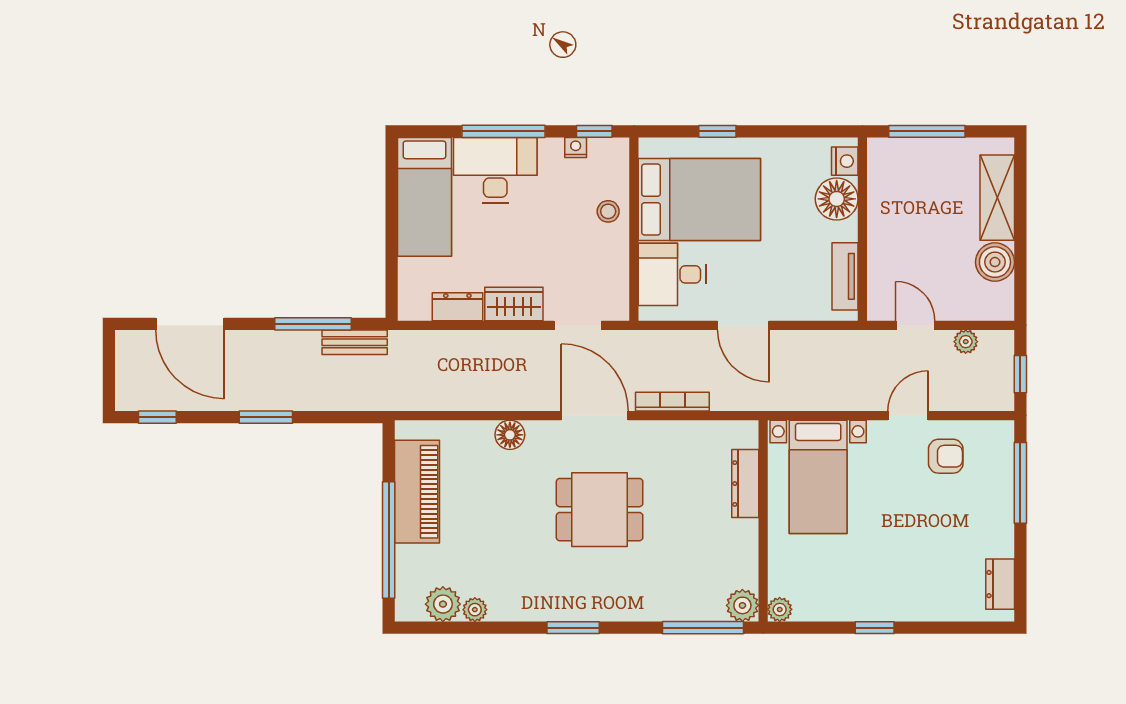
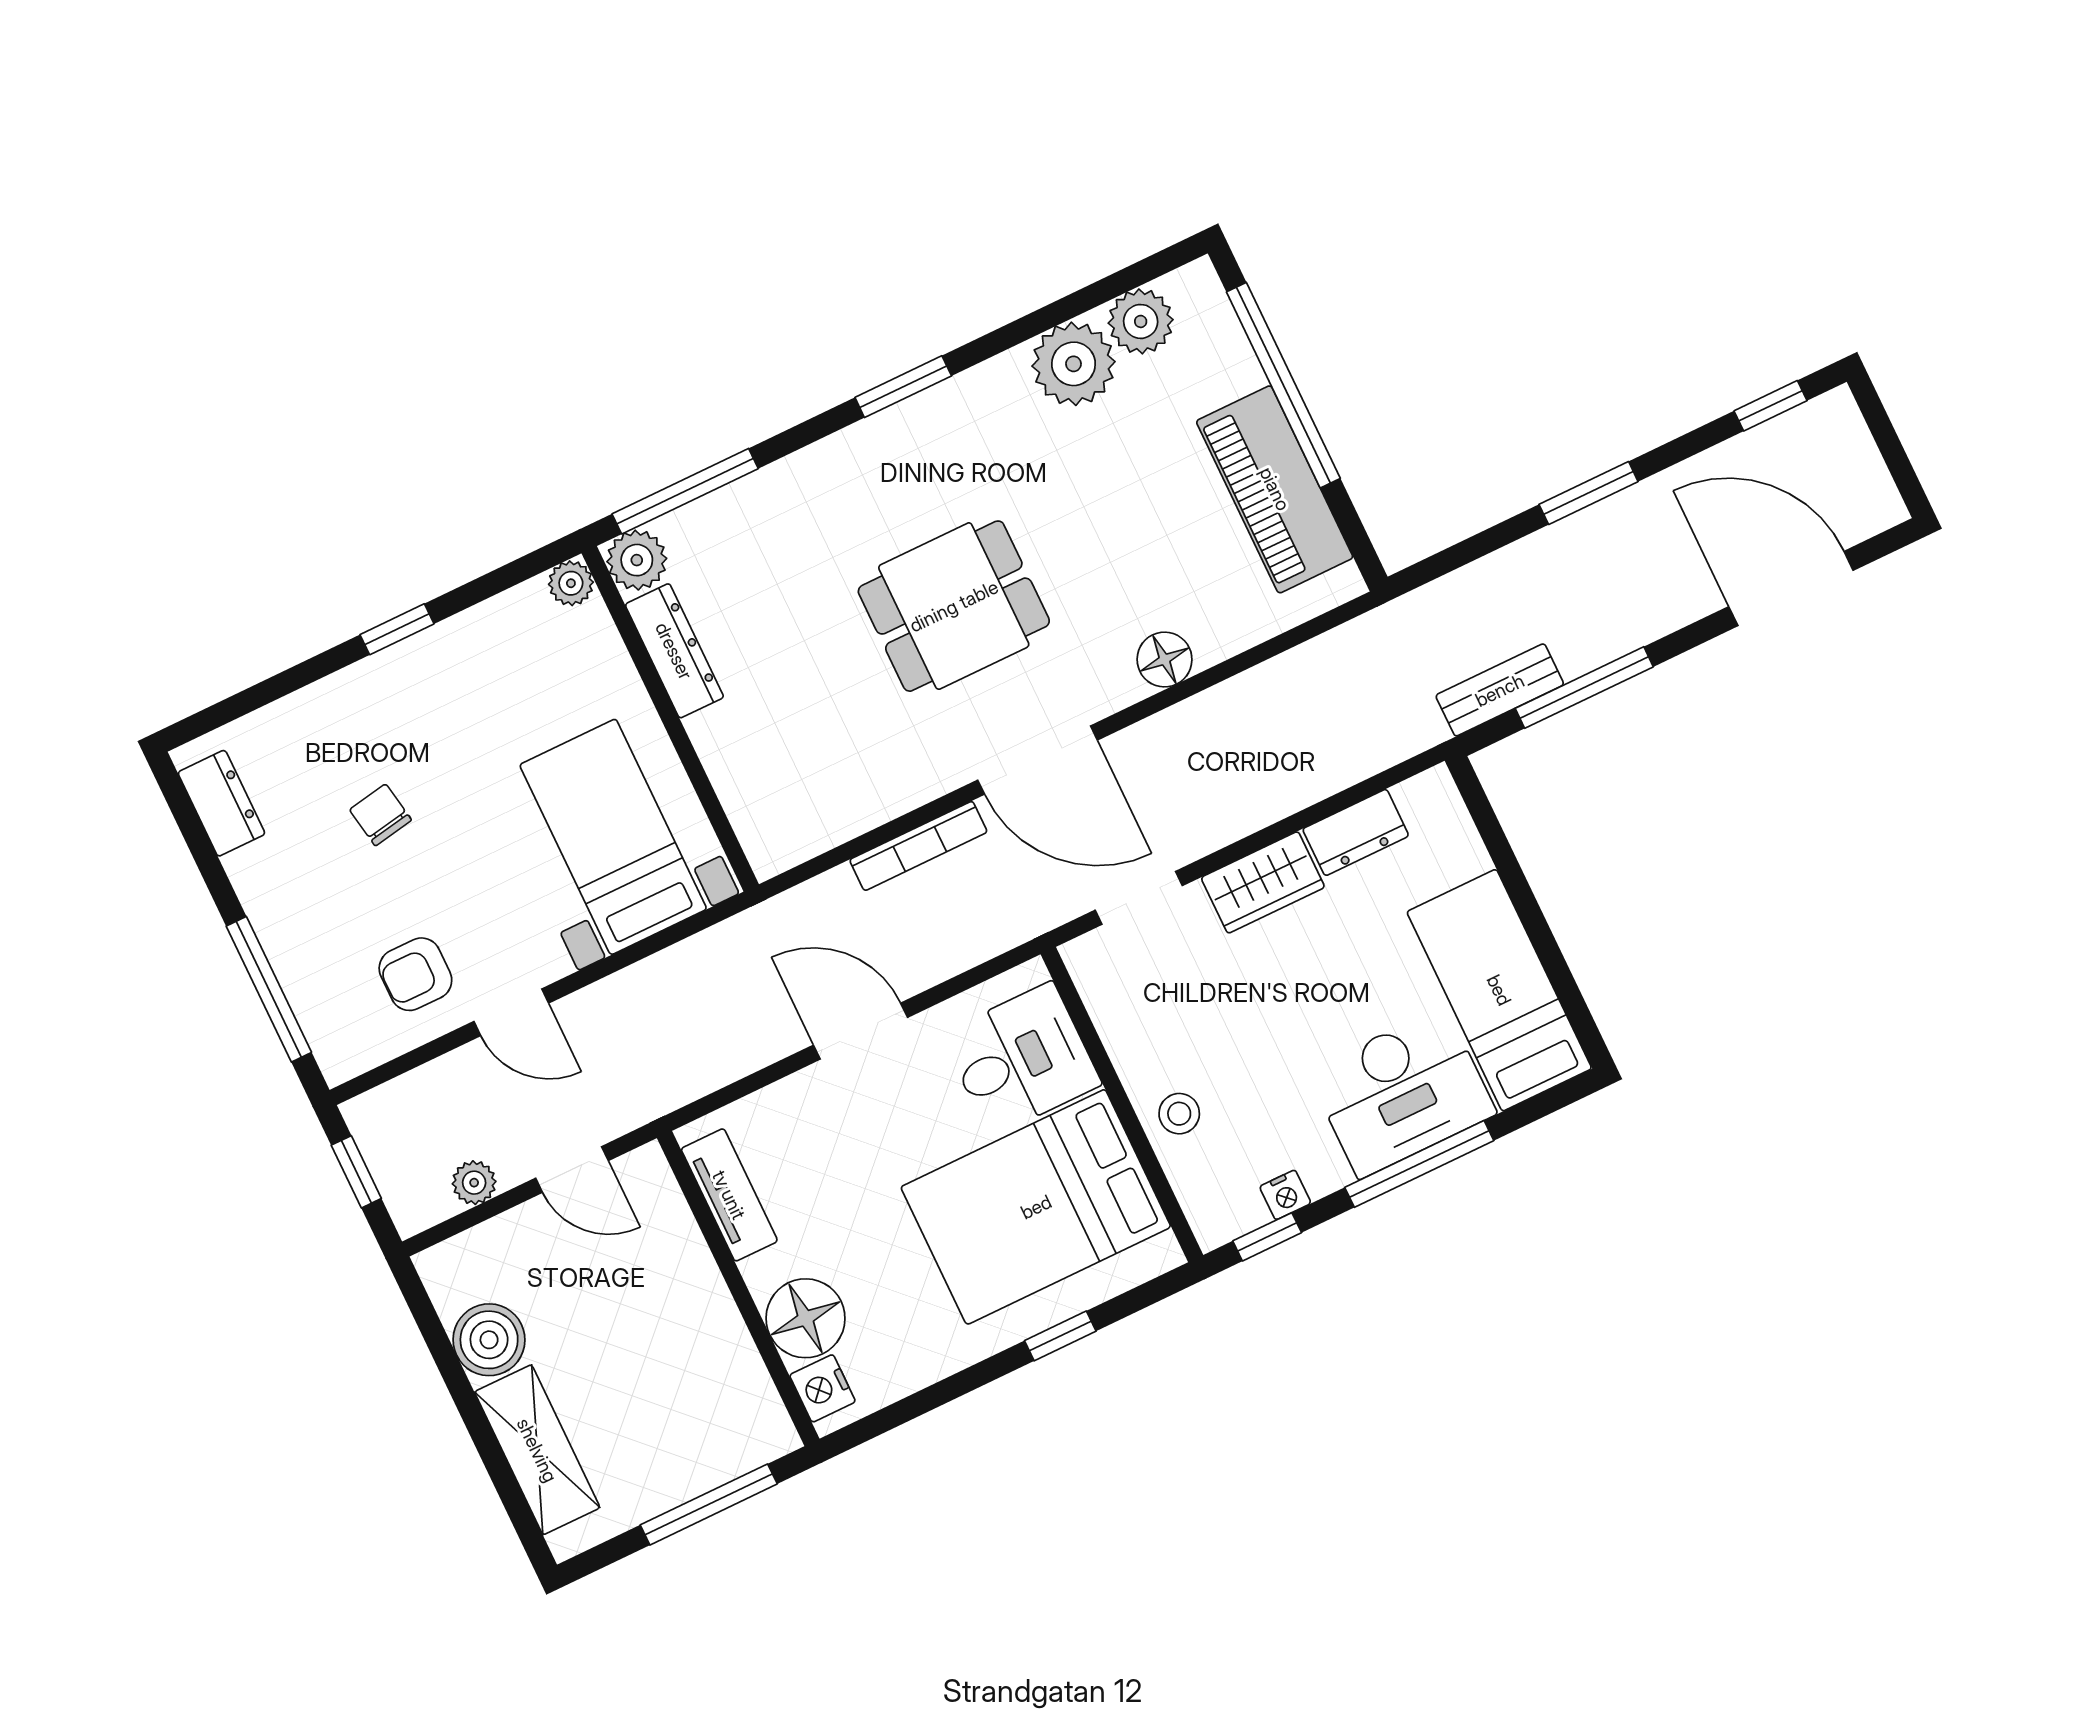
door: (908, 416) -> (511, 1012), hinge flipped
dresser: (745, 484) -> (674, 651), moved
chair: (926, 542) -> (380, 815), added
plant: (475, 610) -> (1074, 364), width x1.87, depth x1.87

